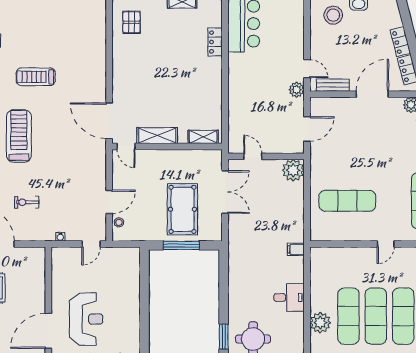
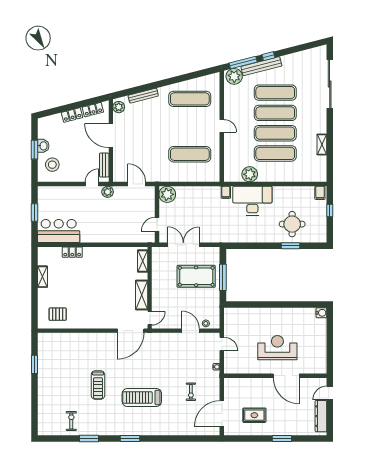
exercise mat: (347, 201) -> (190, 154), turned 90
desk: (289, 298) -> (252, 201), width x1.87, depth x1.30
plant: (320, 323) -> (250, 174), moved

